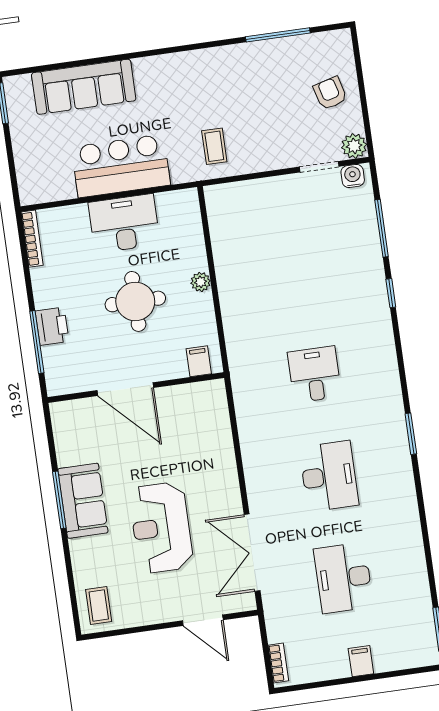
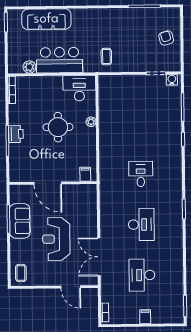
plant: (354, 146) -> (29, 67), moved
desk: (124, 223) -> (79, 88), moved
filing cabinet: (199, 361) -> (85, 174), moved
wall: (136, 388) -> (53, 183), moved
door: (125, 389) -> (48, 183), moved

